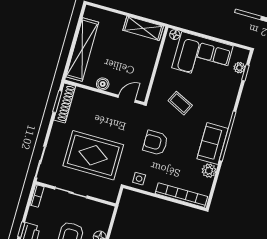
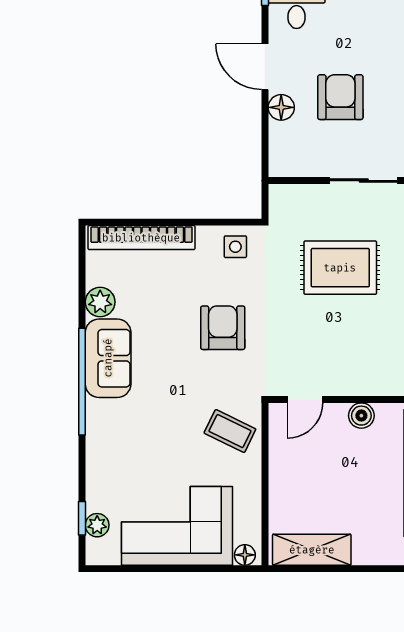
coffee table: (180, 103) -> (230, 431), moved
armchair: (155, 143) -> (223, 328), turned -90
rug: (93, 155) -> (340, 268), width x0.73, depth x0.69

